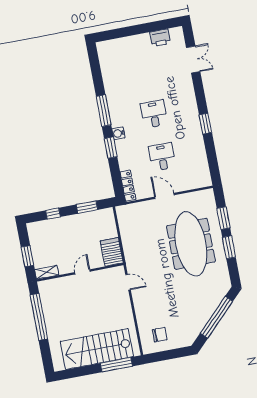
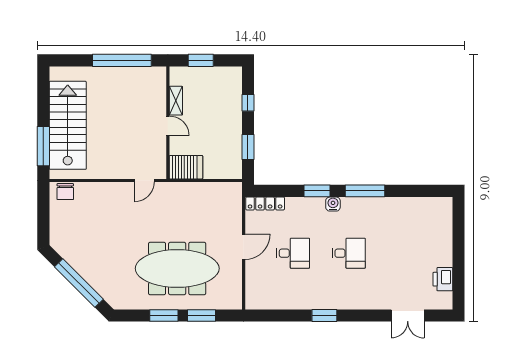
shelving: (47, 272) -> (176, 101), moved
chair: (160, 335) -> (65, 192), moved

